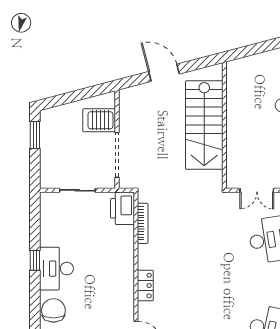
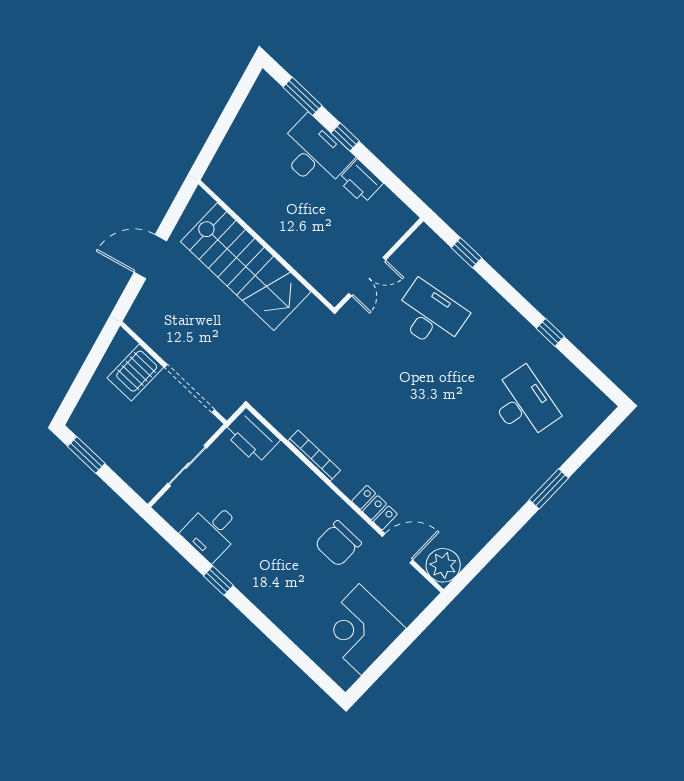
bookcase: (143, 223) -> (314, 455), moved
desk: (56, 269) -> (212, 531), moved, width x0.73
locker: (145, 286) -> (374, 508), moved
chair: (53, 310) -> (338, 544), moved, turned -90

